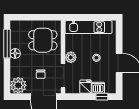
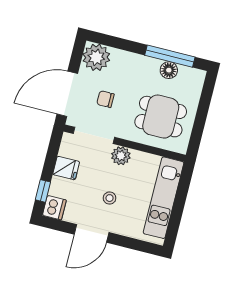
dining table: (43, 40) -> (161, 117), turned 90
floor lamp: (15, 53) -> (169, 70), moved
dishwasher: (98, 88) -> (54, 208), moved

